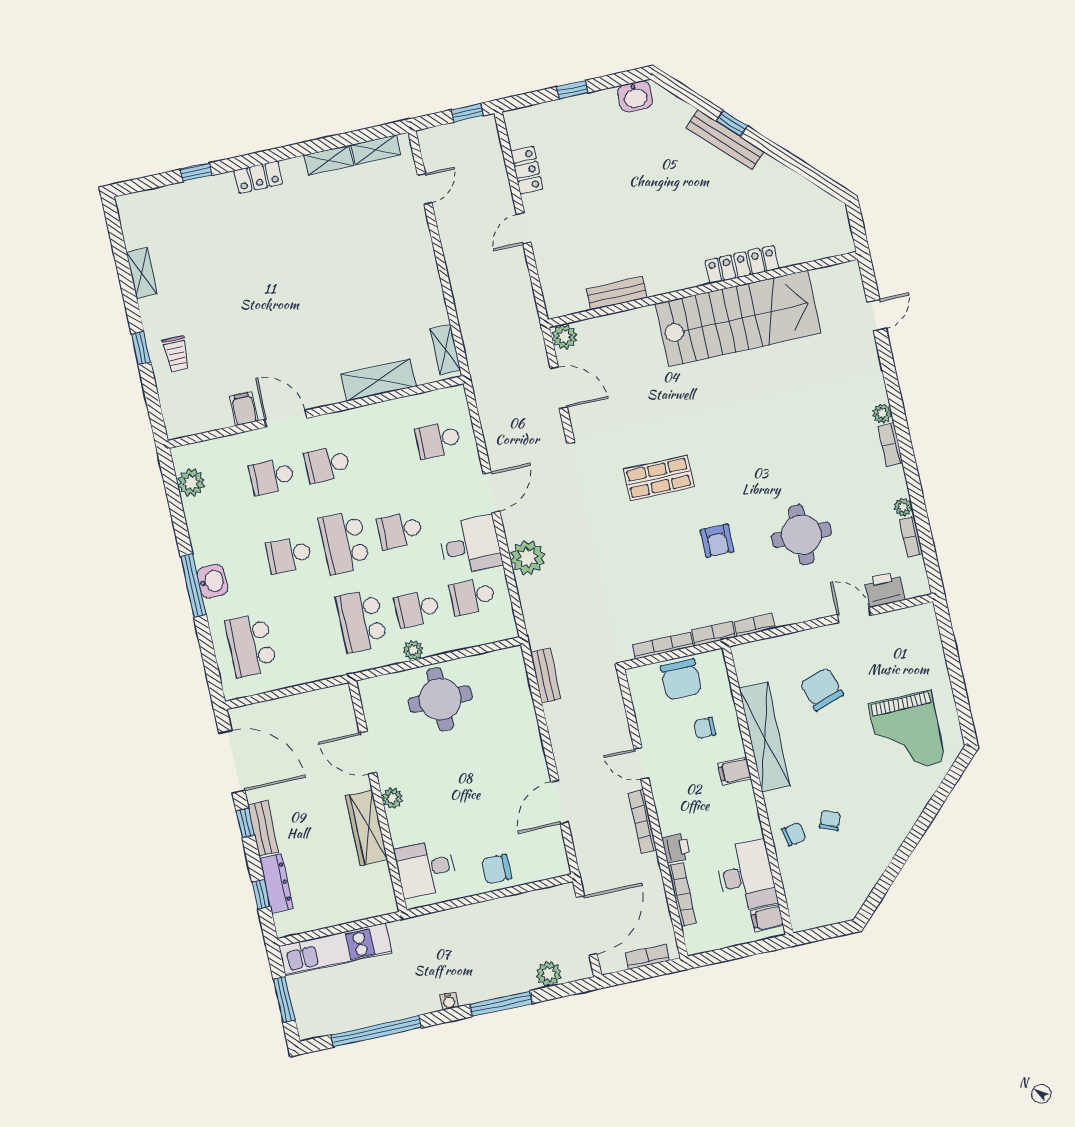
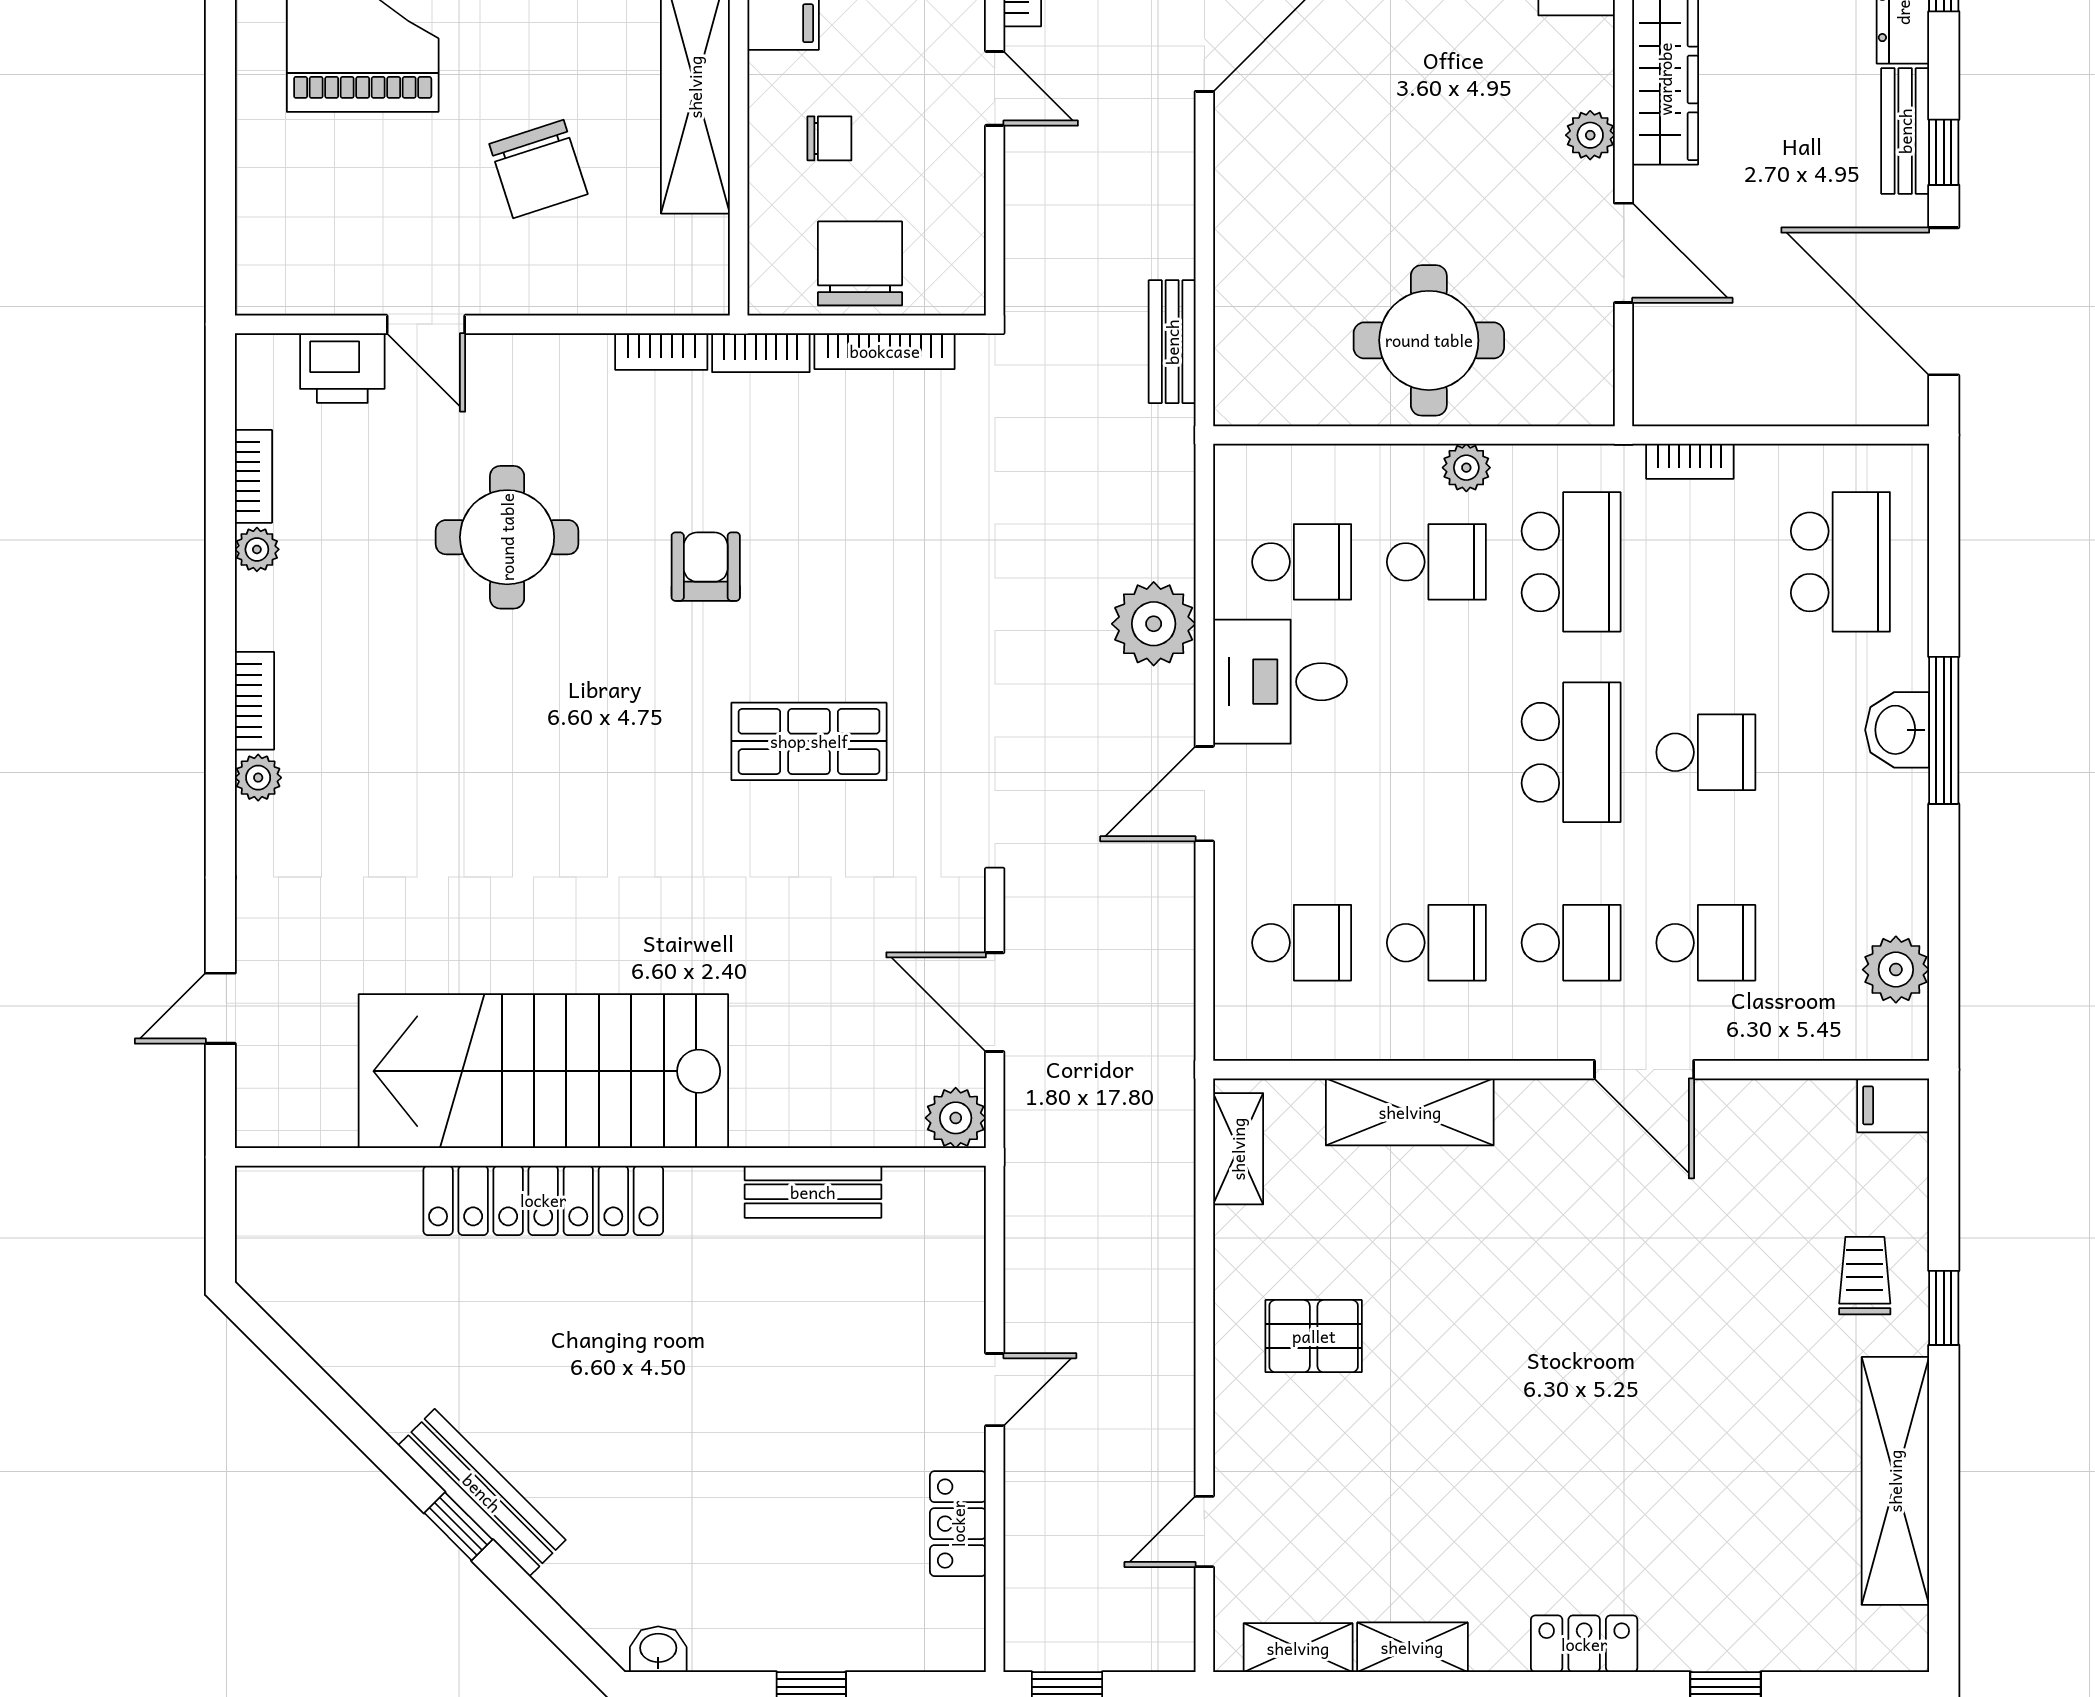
washbasin: (635, 96) -> (658, 1649), width x0.72, depth x0.69
locker: (742, 265) -> (543, 1200), width x1.41, depth x1.21
shelving: (142, 273) -> (1895, 1481), width x2.20, depth x1.33
pallet: (397, 279) -> (1314, 1336), added
filing cabinet: (244, 409) -> (1893, 1105), moved, turned 90
school desk: (400, 530) -> (1436, 943), moved
bookcase: (322, 673) -> (1690, 461), added

